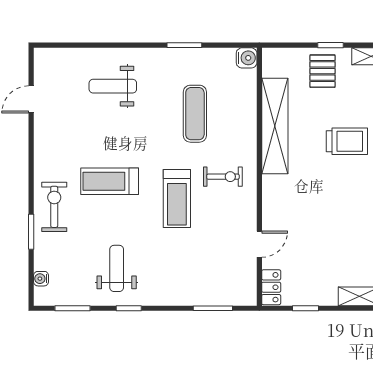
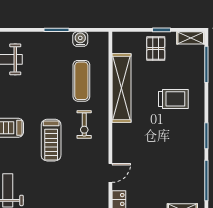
water cooler: (247, 58) -> (80, 39), moved, turned -90
exercise mat: (195, 114) -> (81, 81), moved
exercise bike: (223, 177) -> (84, 124), turned 90

